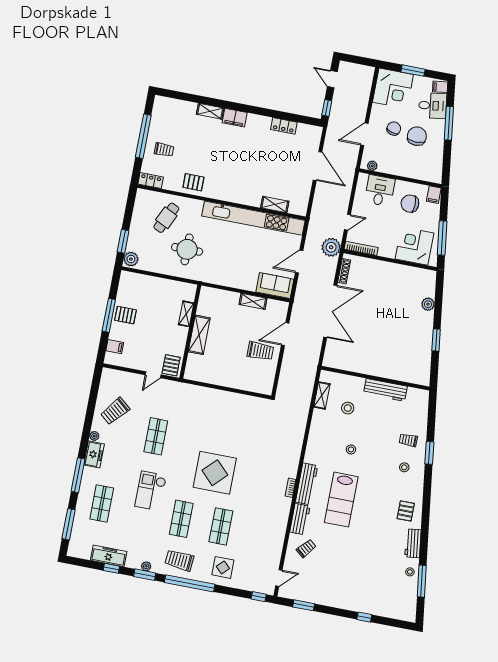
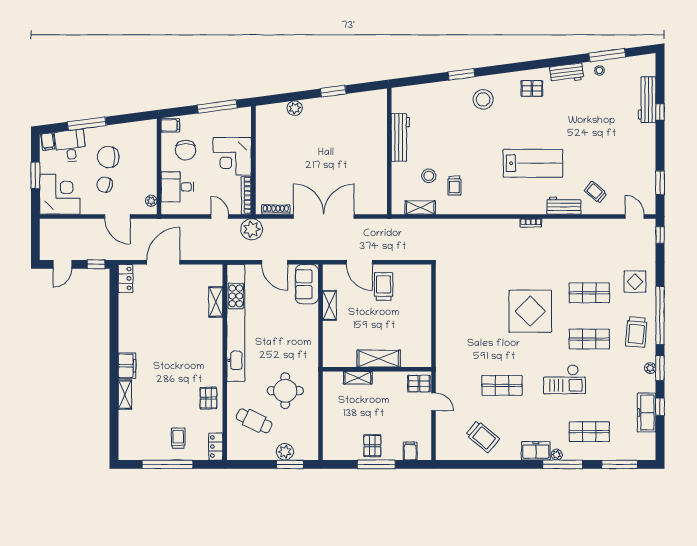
locker: (284, 126) -> (125, 278), moved
corner desk: (414, 246) -> (232, 156), moved
plant: (131, 259) -> (285, 452), moved
plant: (94, 436) -> (557, 455), moved
trolley: (408, 440) -> (454, 186), moved
stool: (351, 449) -> (475, 163), removed
stool: (404, 467) -> (483, 99), width x1.89, depth x1.89
workbench: (307, 484) -> (647, 100), moved, turned -90

